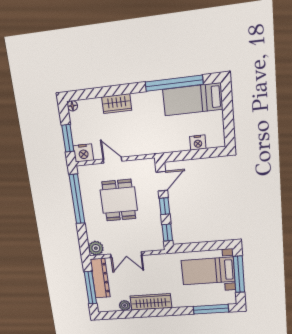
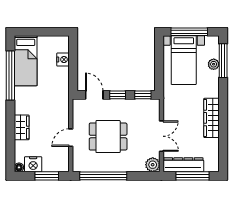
nightstand: (83, 153) -> (33, 164), moved, turned 90
plant: (125, 305) -> (214, 64), moved

